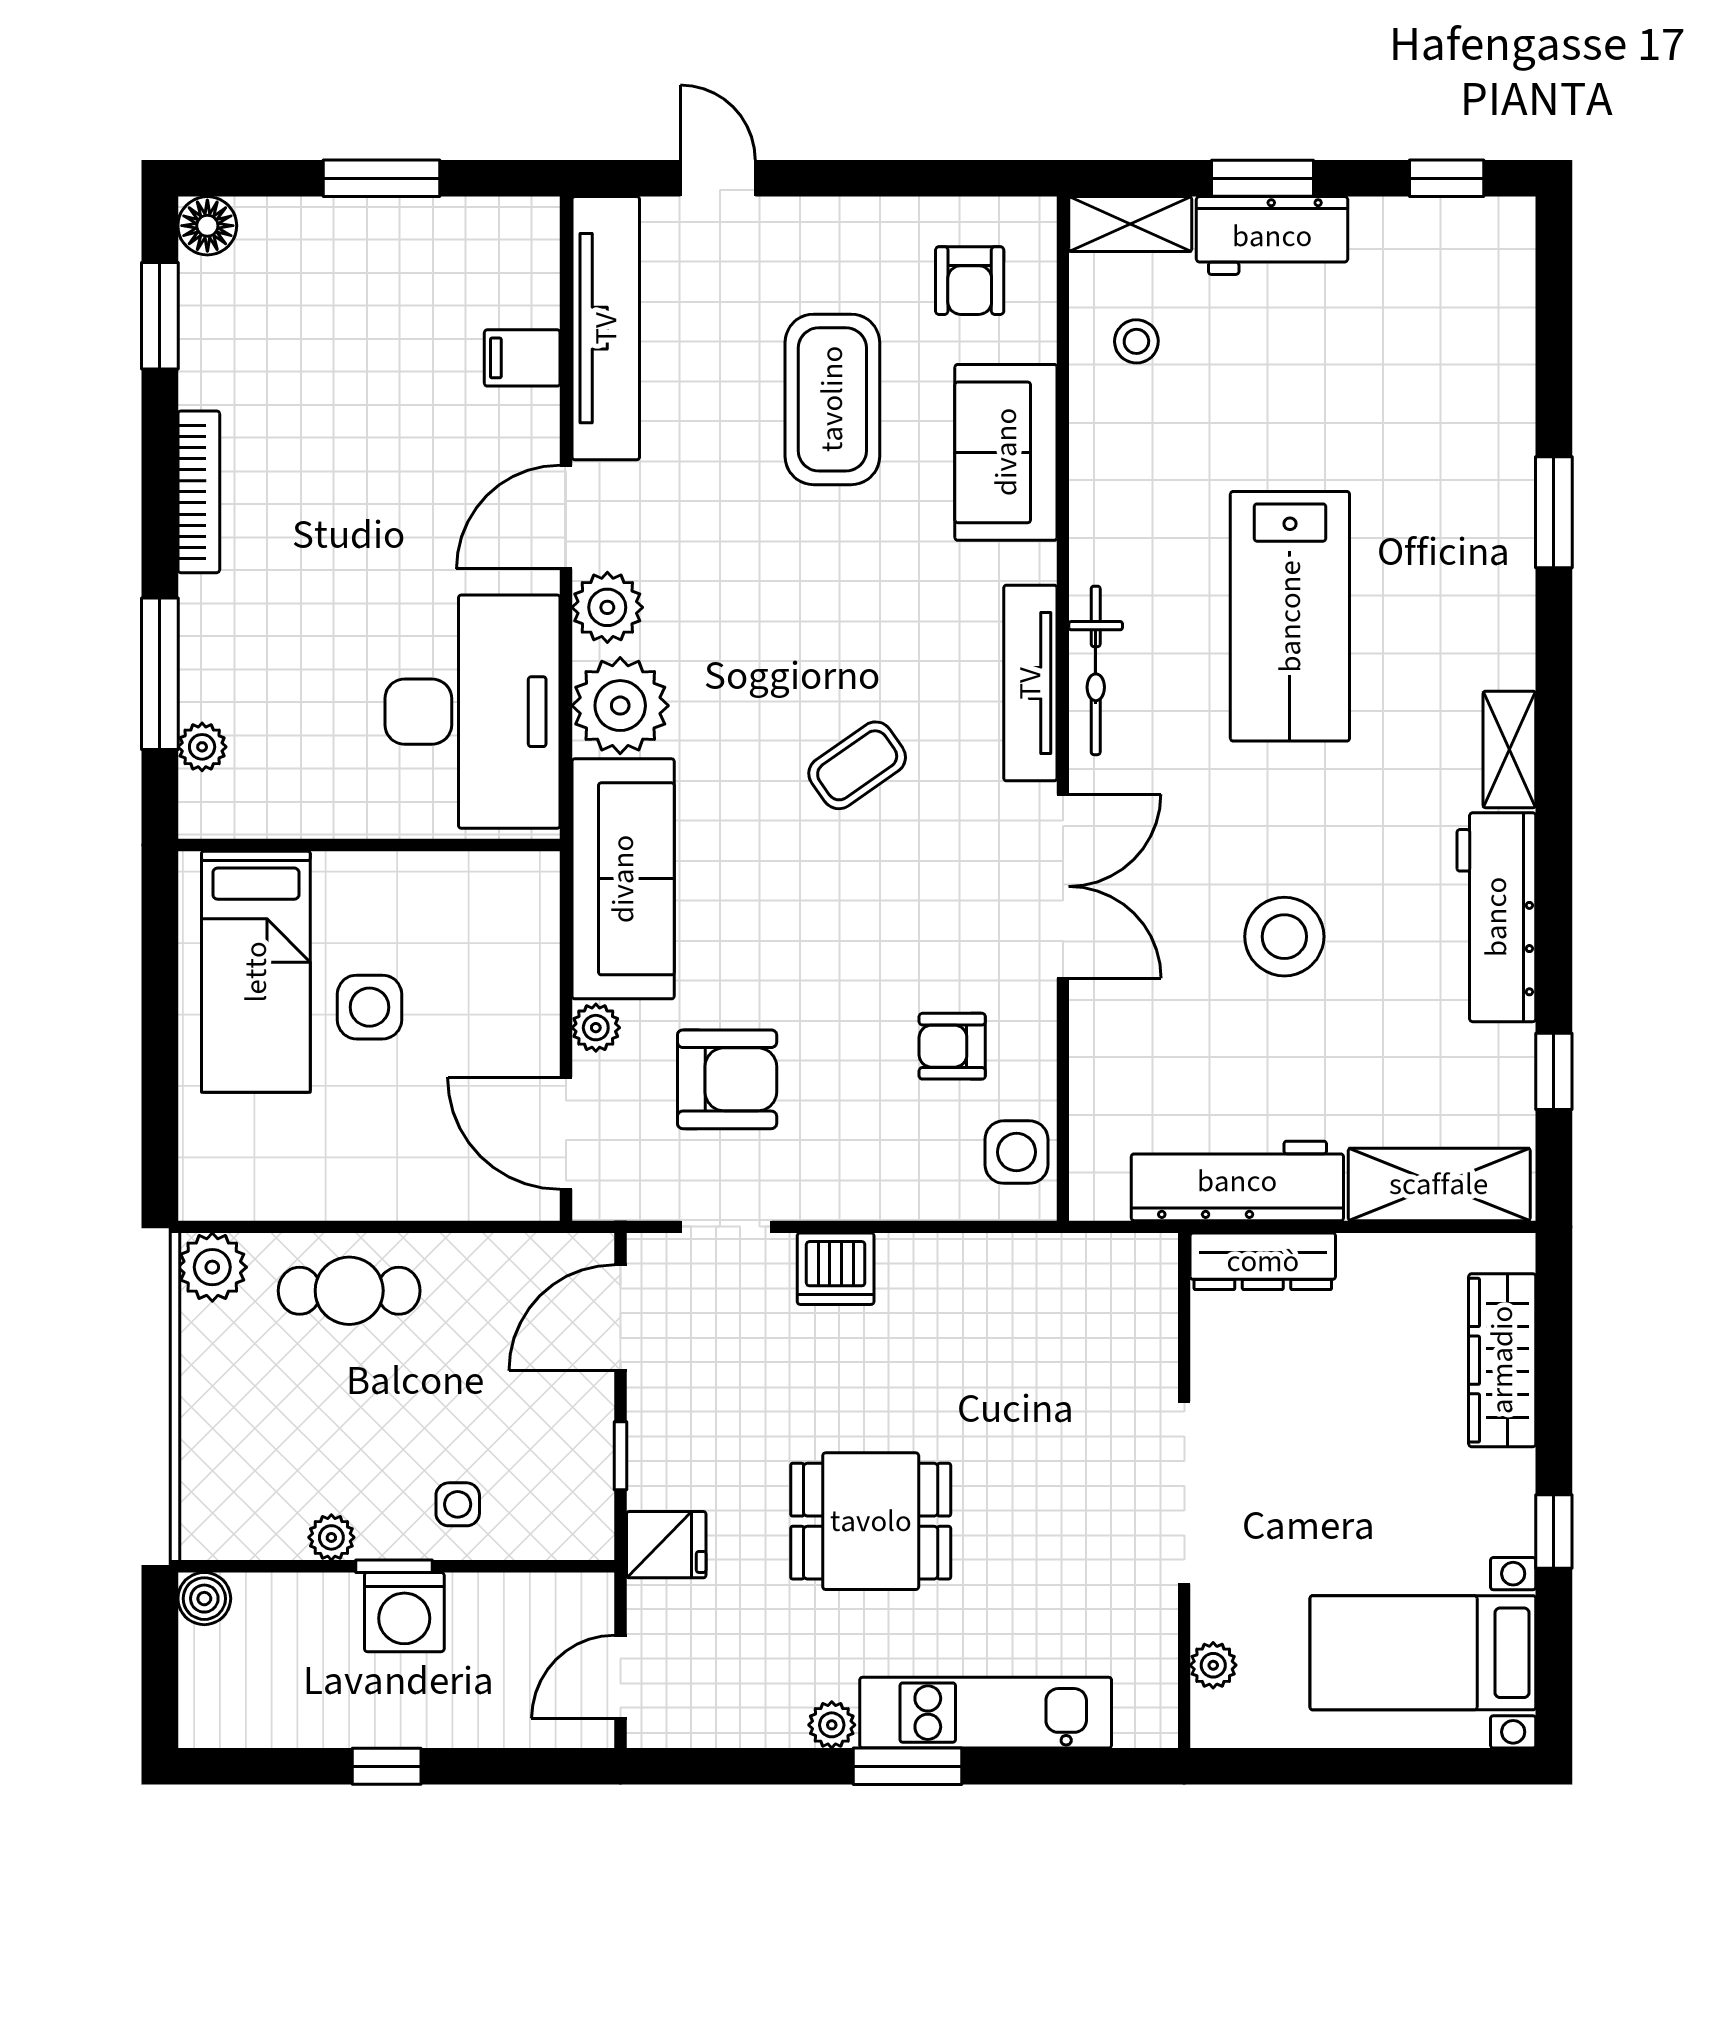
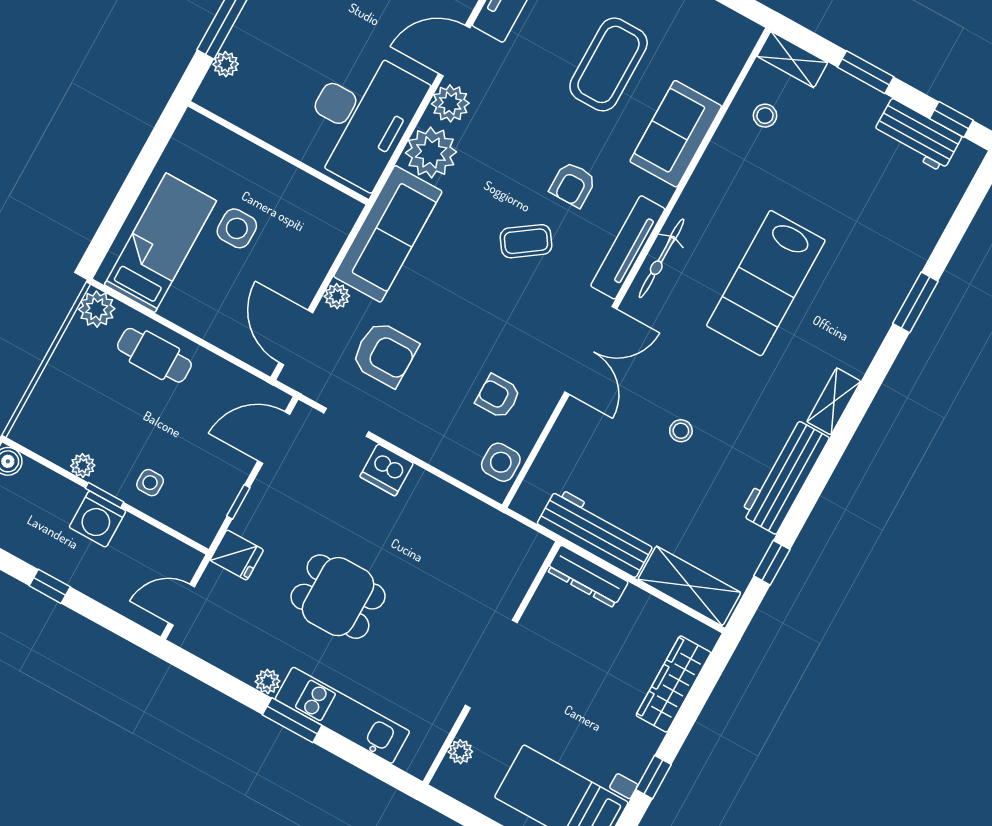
workbench: (1272, 236) -> (917, 135), moved
armchair: (970, 281) -> (573, 185), moved
stool: (1284, 937) -> (681, 431), width x0.53, depth x0.53
bed: (256, 972) -> (160, 243), moved, turned 180

